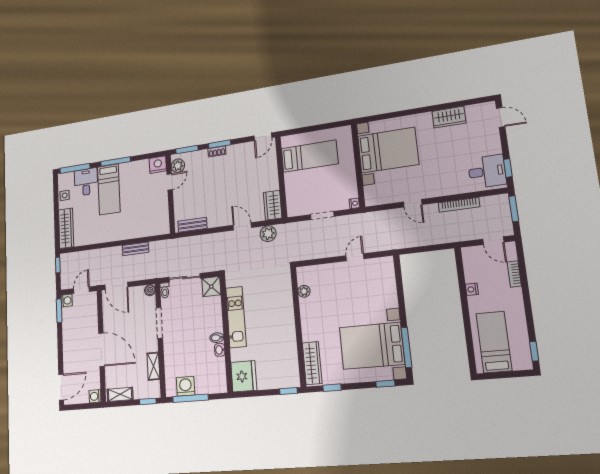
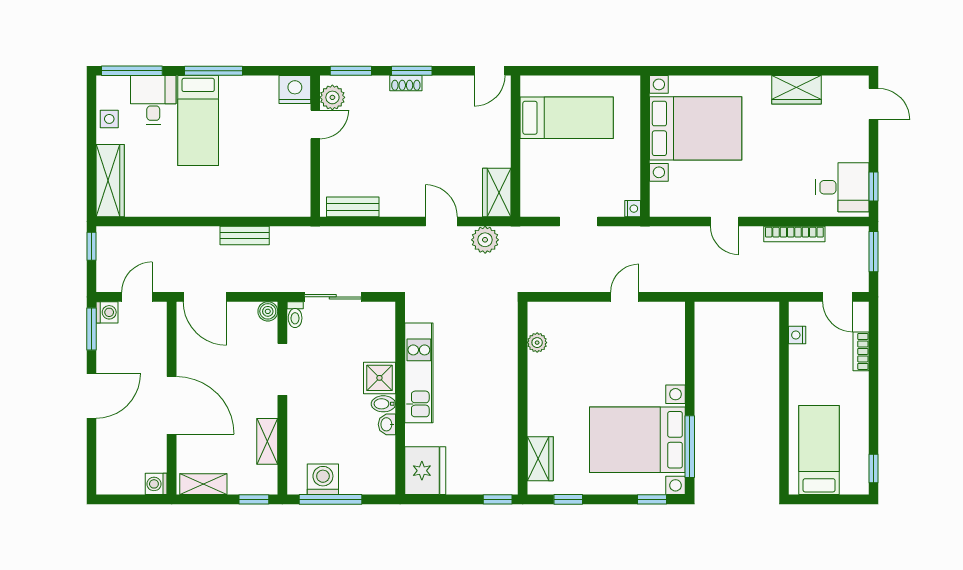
shower: (211, 287) -> (379, 378), moved
nightstand: (472, 289) -> (797, 335), moved
wardrobe: (312, 363) -> (540, 459), width x0.67
door: (61, 387) -> (92, 396), moved

